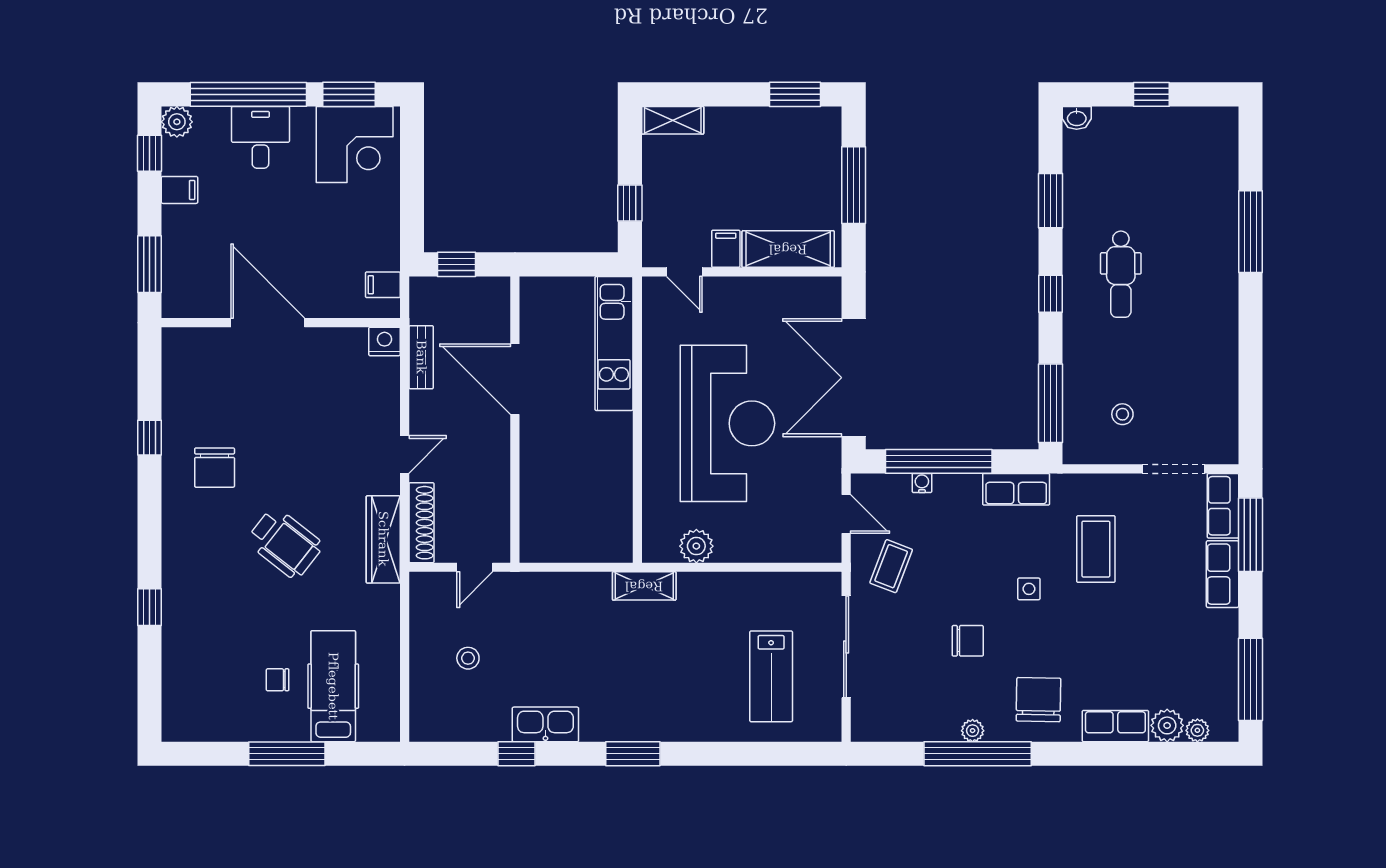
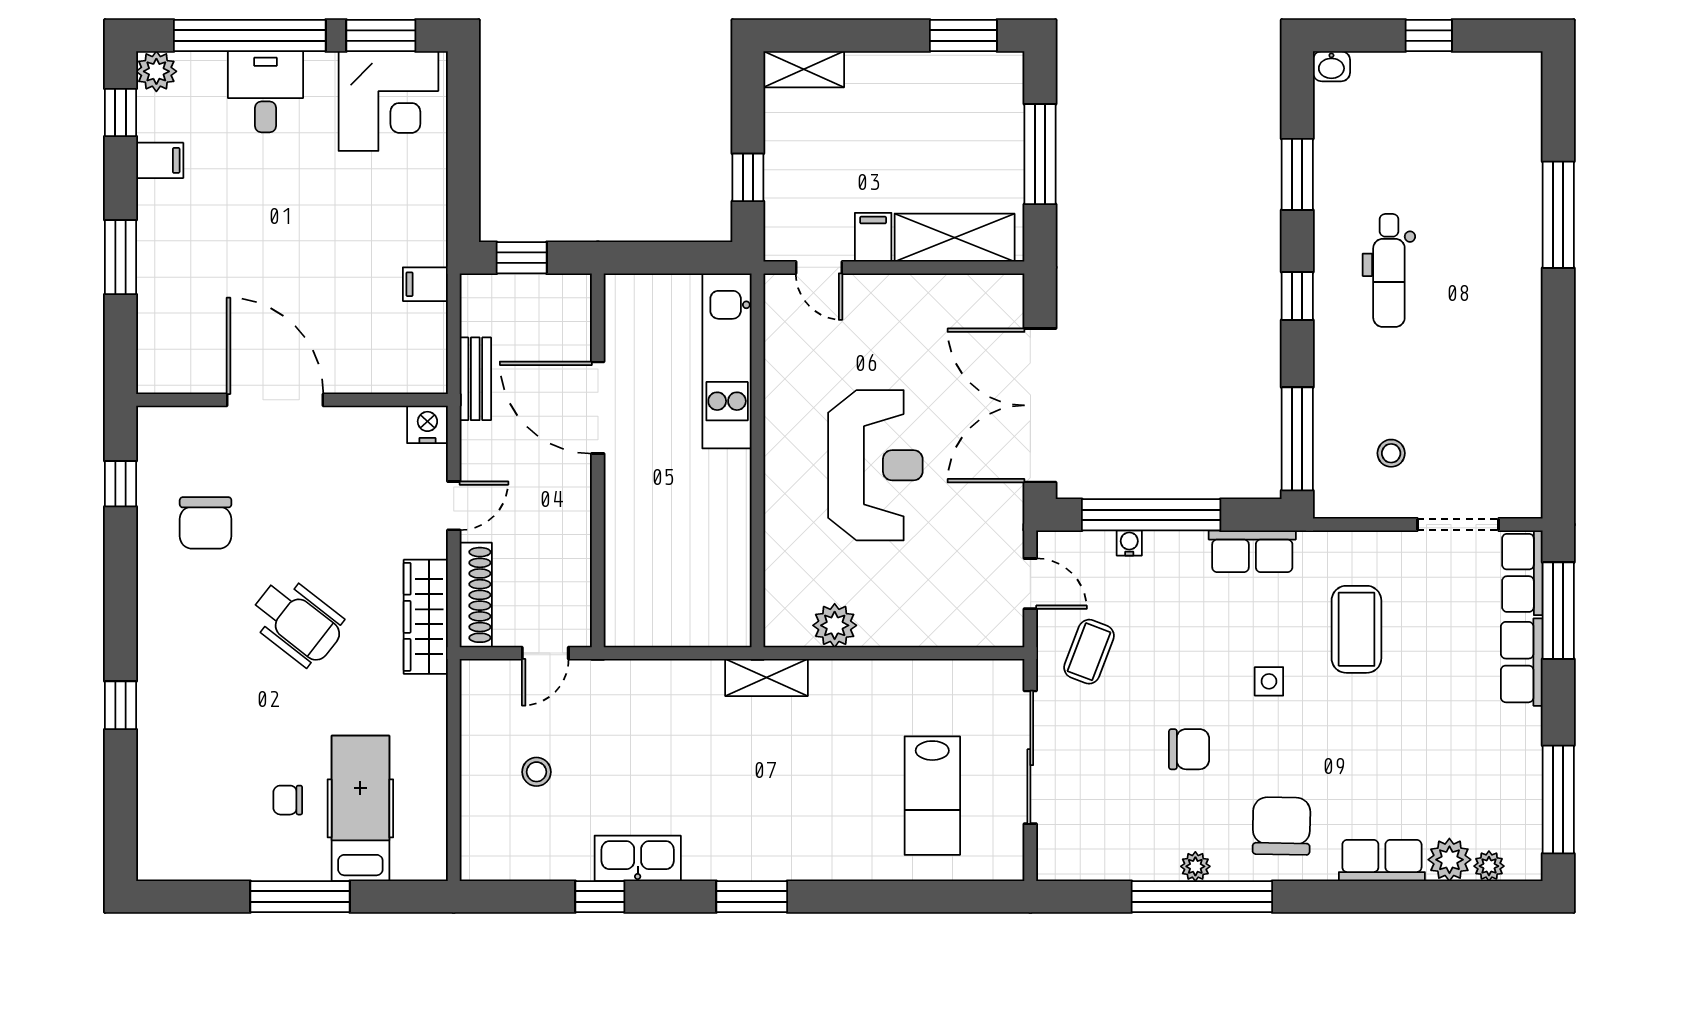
door: (268, 323) -> (275, 400), moved
wall: (281, 323) -> (292, 400), moved
nightstand: (385, 341) -> (427, 424), moved
reception desk: (727, 423) -> (875, 465), width x0.74, depth x0.77

